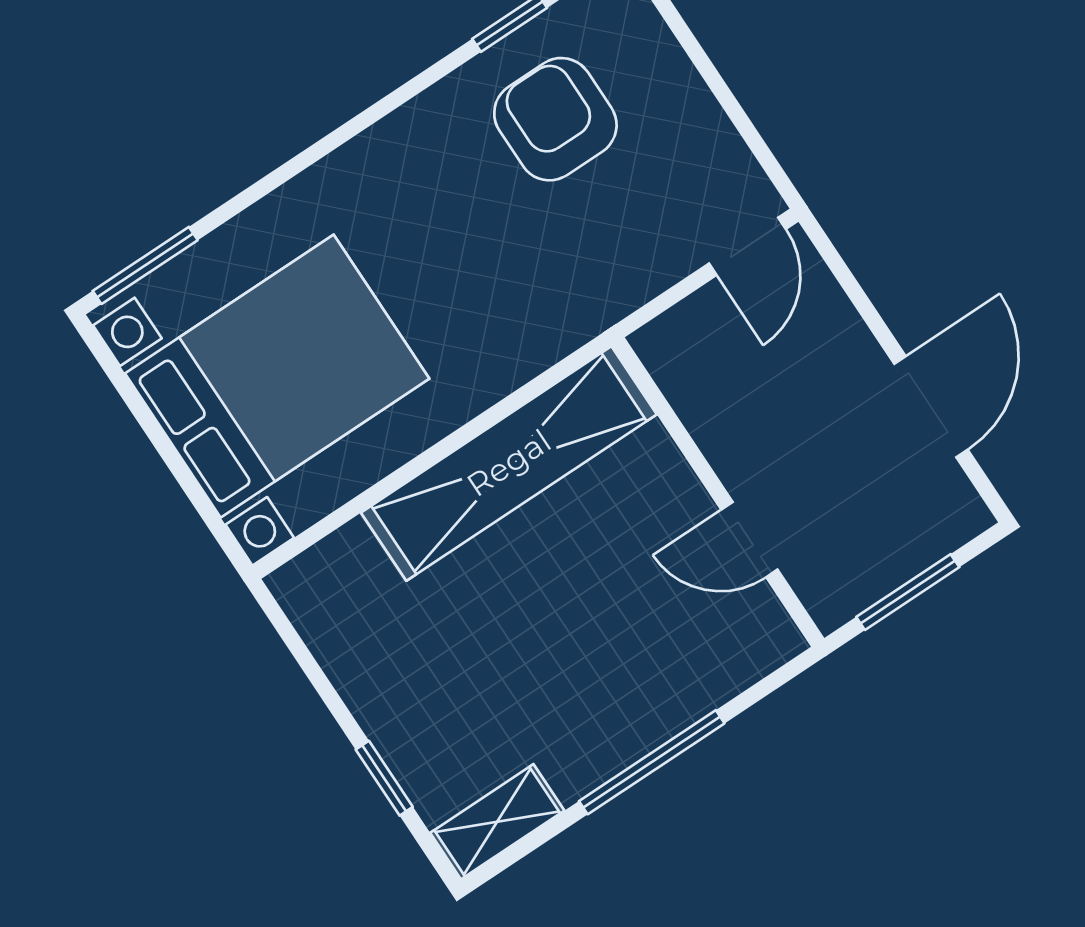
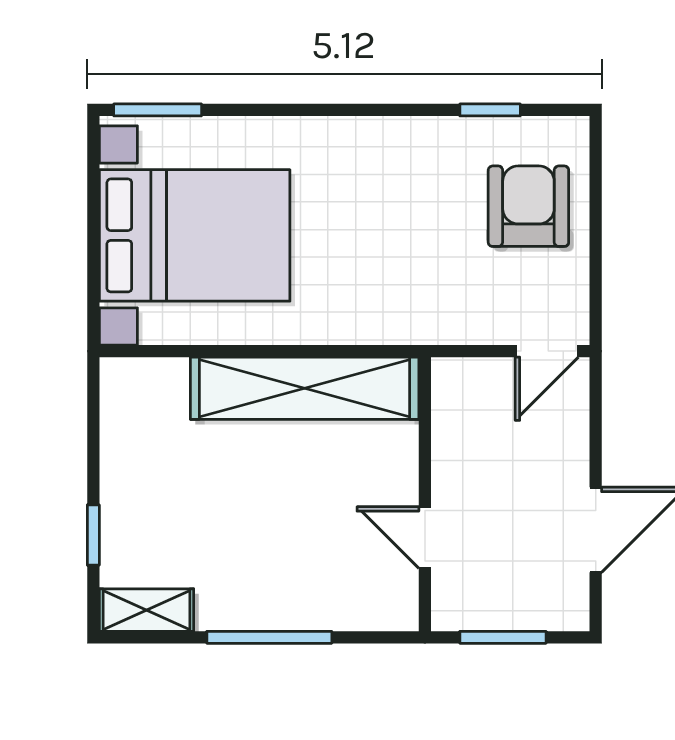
armchair: (555, 119) -> (528, 206), moved

